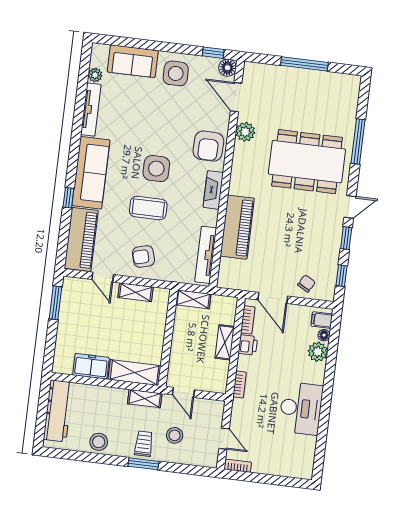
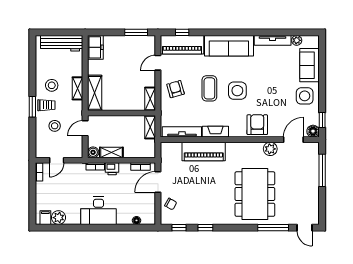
window: (304, 64) -> (322, 170), moved
armchair: (208, 146) -> (257, 125), turned 89
fireplace: (213, 190) -> (215, 132), moved
window: (68, 198) -> (182, 32), moved
door: (350, 207) -> (305, 228), moved
shelving: (136, 292) -> (150, 99), moved
filing cabinet: (322, 320) -> (45, 218), moved
shelving: (225, 342) -> (111, 153), moved
printer: (248, 345) -> (112, 169), moved
plant: (318, 352) -> (59, 218), moved
freezer: (91, 366) -> (95, 47), moved
boiler: (219, 385) -> (93, 152), added
shelving: (145, 399) -> (78, 88), moved
desk: (301, 408) -> (99, 211), moved
stool: (99, 442) -> (52, 85), moved

